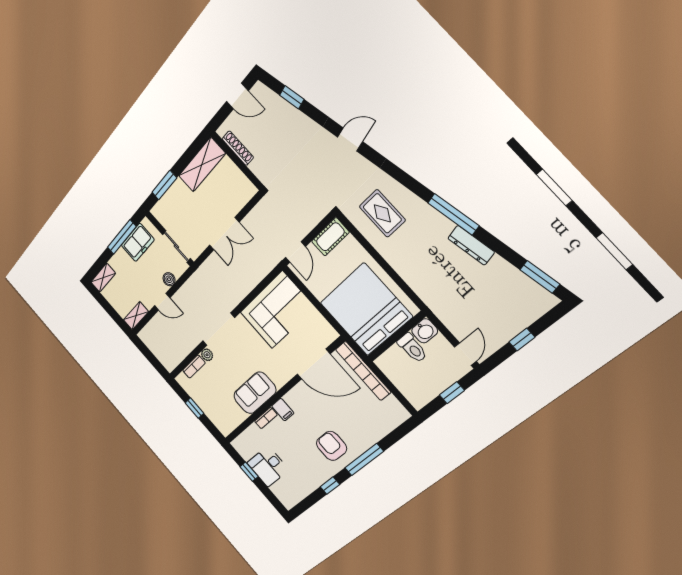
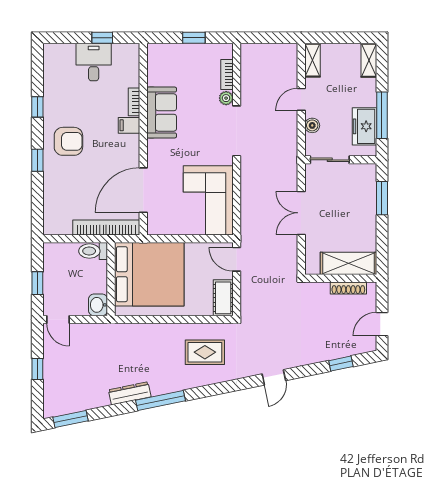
shelving: (202, 165) -> (348, 263), moved, turned 90
toilet: (412, 348) -> (93, 251), moved
window: (364, 460) -> (37, 160), width x0.46

